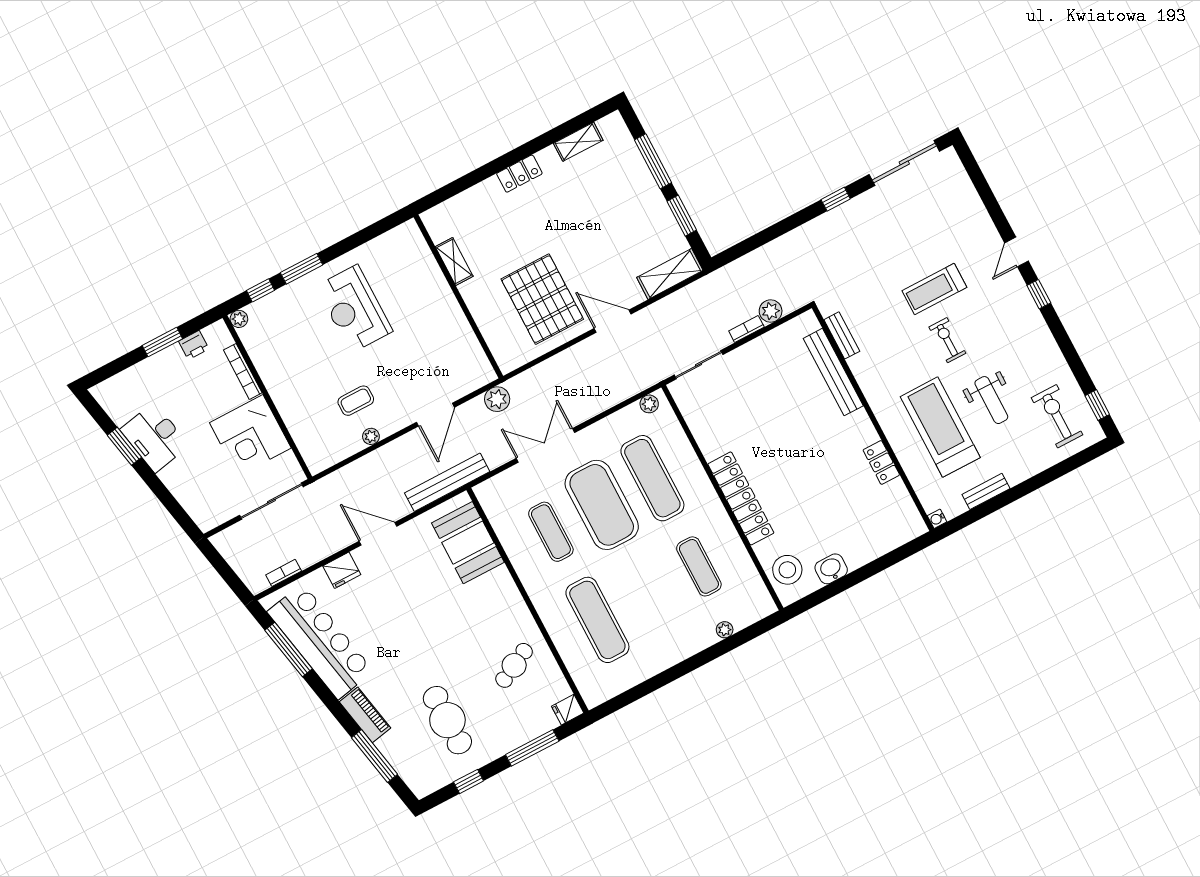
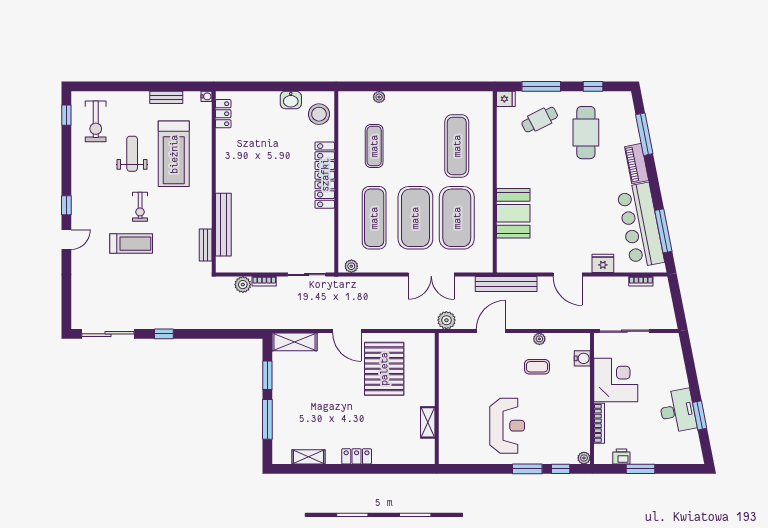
water cooler: (305, 440) -> (582, 358), added
locker: (881, 462) -> (223, 114), moved
exercise mat: (551, 532) -> (457, 218), width x2.00, depth x1.45
booth: (468, 543) -> (513, 213), moved
cafe table: (514, 665) -> (540, 120), moved

